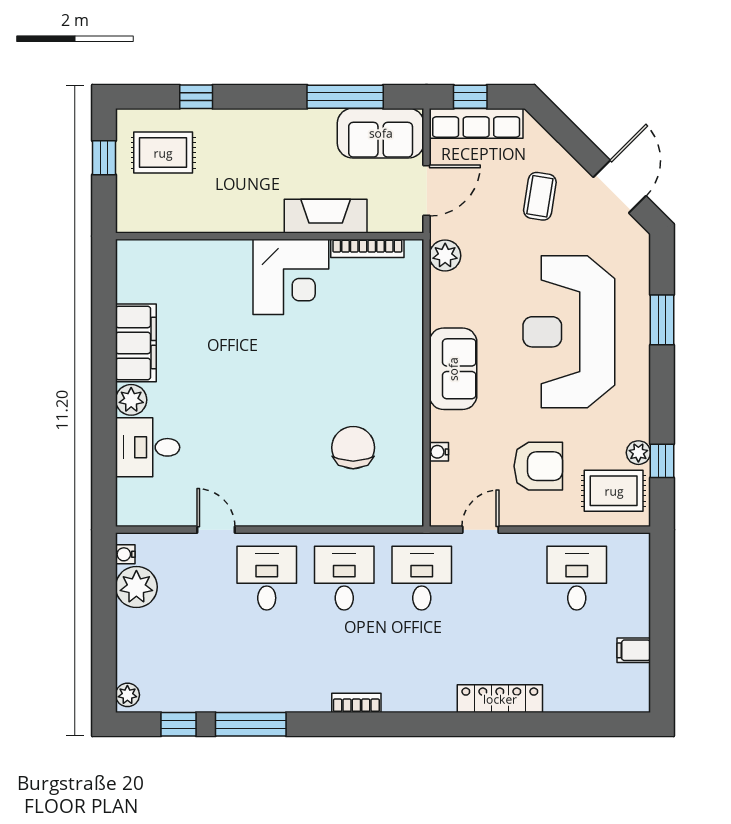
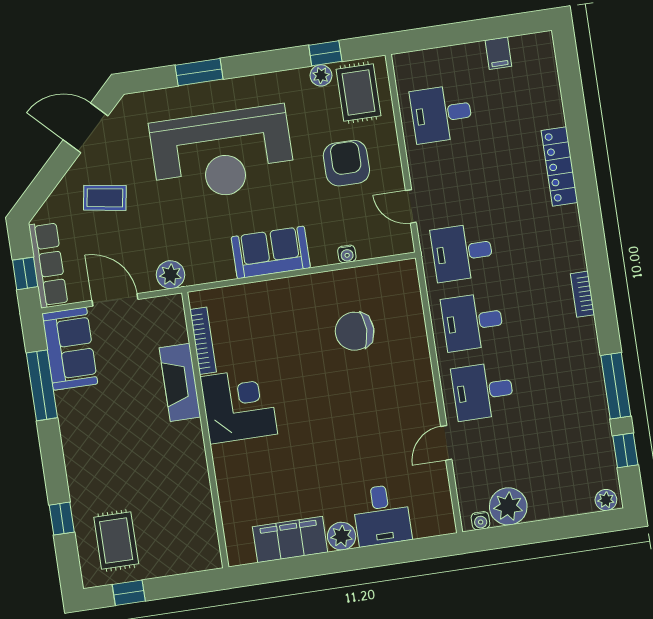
fireplace: (326, 216) -> (180, 382), moved
wall: (270, 236) -> (205, 430), moved
bookcase: (367, 248) -> (203, 341), moved
corner desk: (291, 277) -> (239, 405), moved

